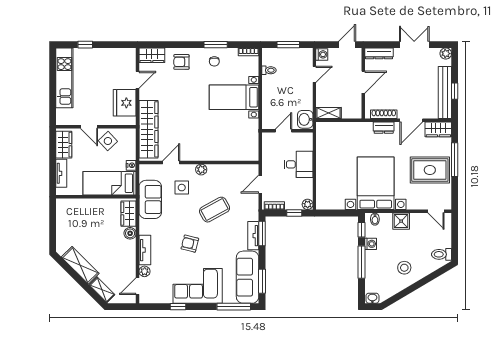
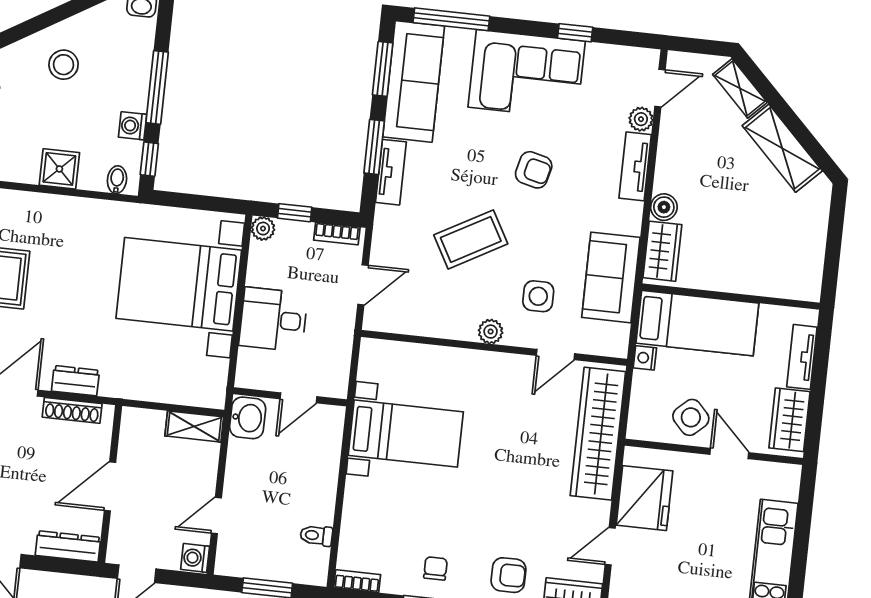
bed with nightstands: (234, 97) -> (406, 434), moved
bed with nightstands: (376, 183) -> (179, 284), moved, turned 90
window: (262, 233) -> (374, 147), moved

